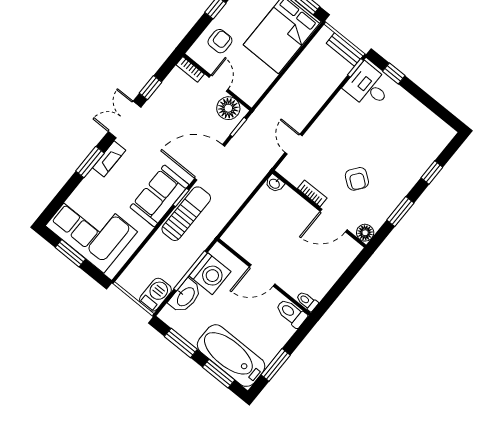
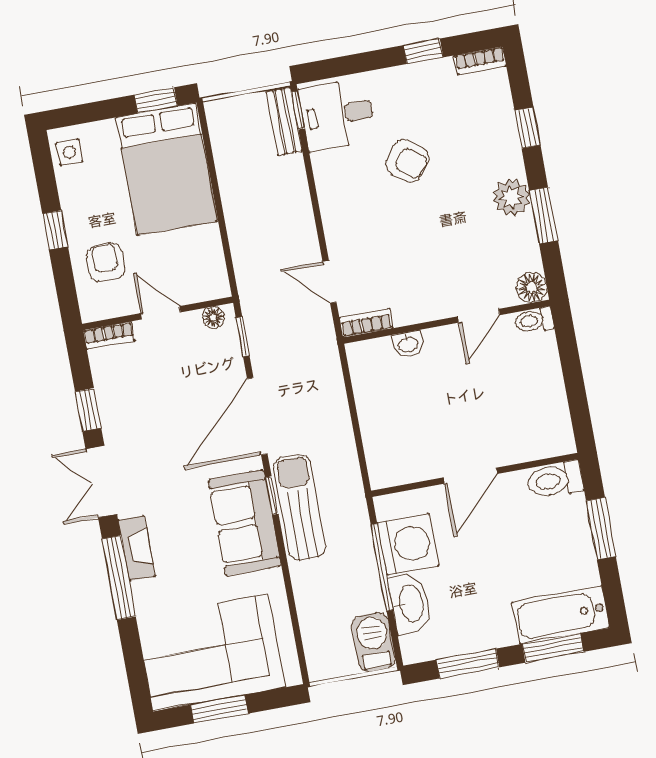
bench: (345, 49) -> (284, 121), moved, turned 90
window: (394, 73) -> (423, 51), moved
floor lamp: (228, 108) -> (213, 317), width x0.53, depth x0.53
bookcase: (443, 128) -> (480, 61), added
window: (90, 162) -> (119, 578), width x1.44
armchair: (357, 179) -> (407, 161), moved
washbasin: (275, 183) -> (408, 344), moved
plant: (396, 191) -> (512, 197), added
bookcase: (312, 193) -> (366, 323), moved
door: (334, 220) -> (479, 316), width x0.73
toilet: (307, 301) -> (534, 320), moved
bathtub: (231, 356) -> (561, 615), width x0.73, depth x0.73
window: (276, 365) -> (601, 529), moved

